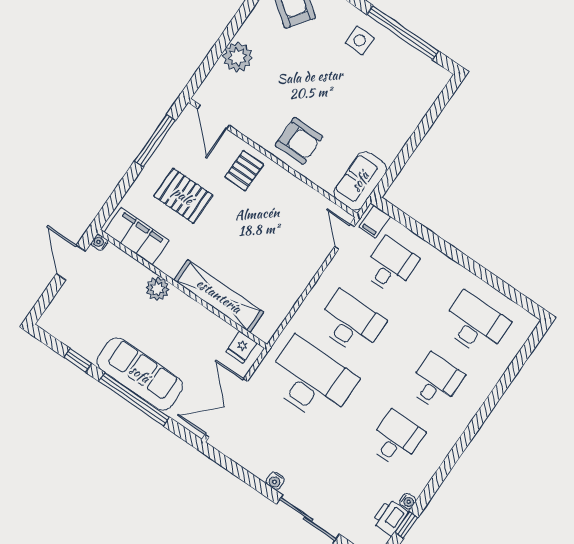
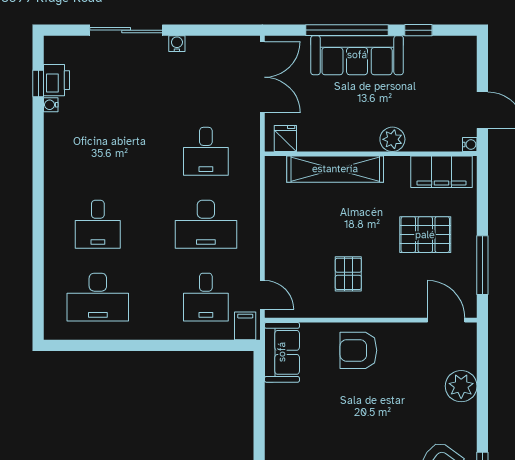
pallet: (244, 171) -> (348, 274), moved
desk: (311, 380) -> (206, 151), width x0.53, depth x0.77
desk: (396, 439) -> (98, 151), removed

